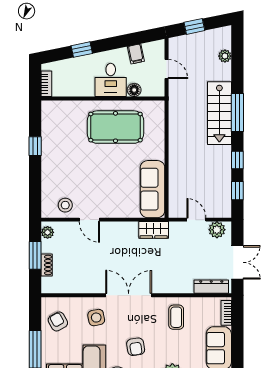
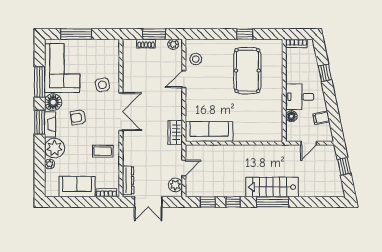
plant: (225, 56) -> (320, 192), removed
pool table: (115, 127) -> (247, 71), moved
armchair: (58, 321) -> (99, 53), removed

